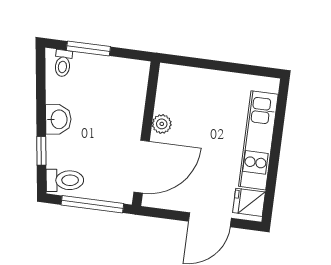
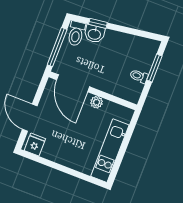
toilet: (63, 63) -> (139, 76), moved
washbasin: (58, 119) -> (94, 34), moved
kitchen unit: (258, 140) -> (110, 151), moved, turned -90

